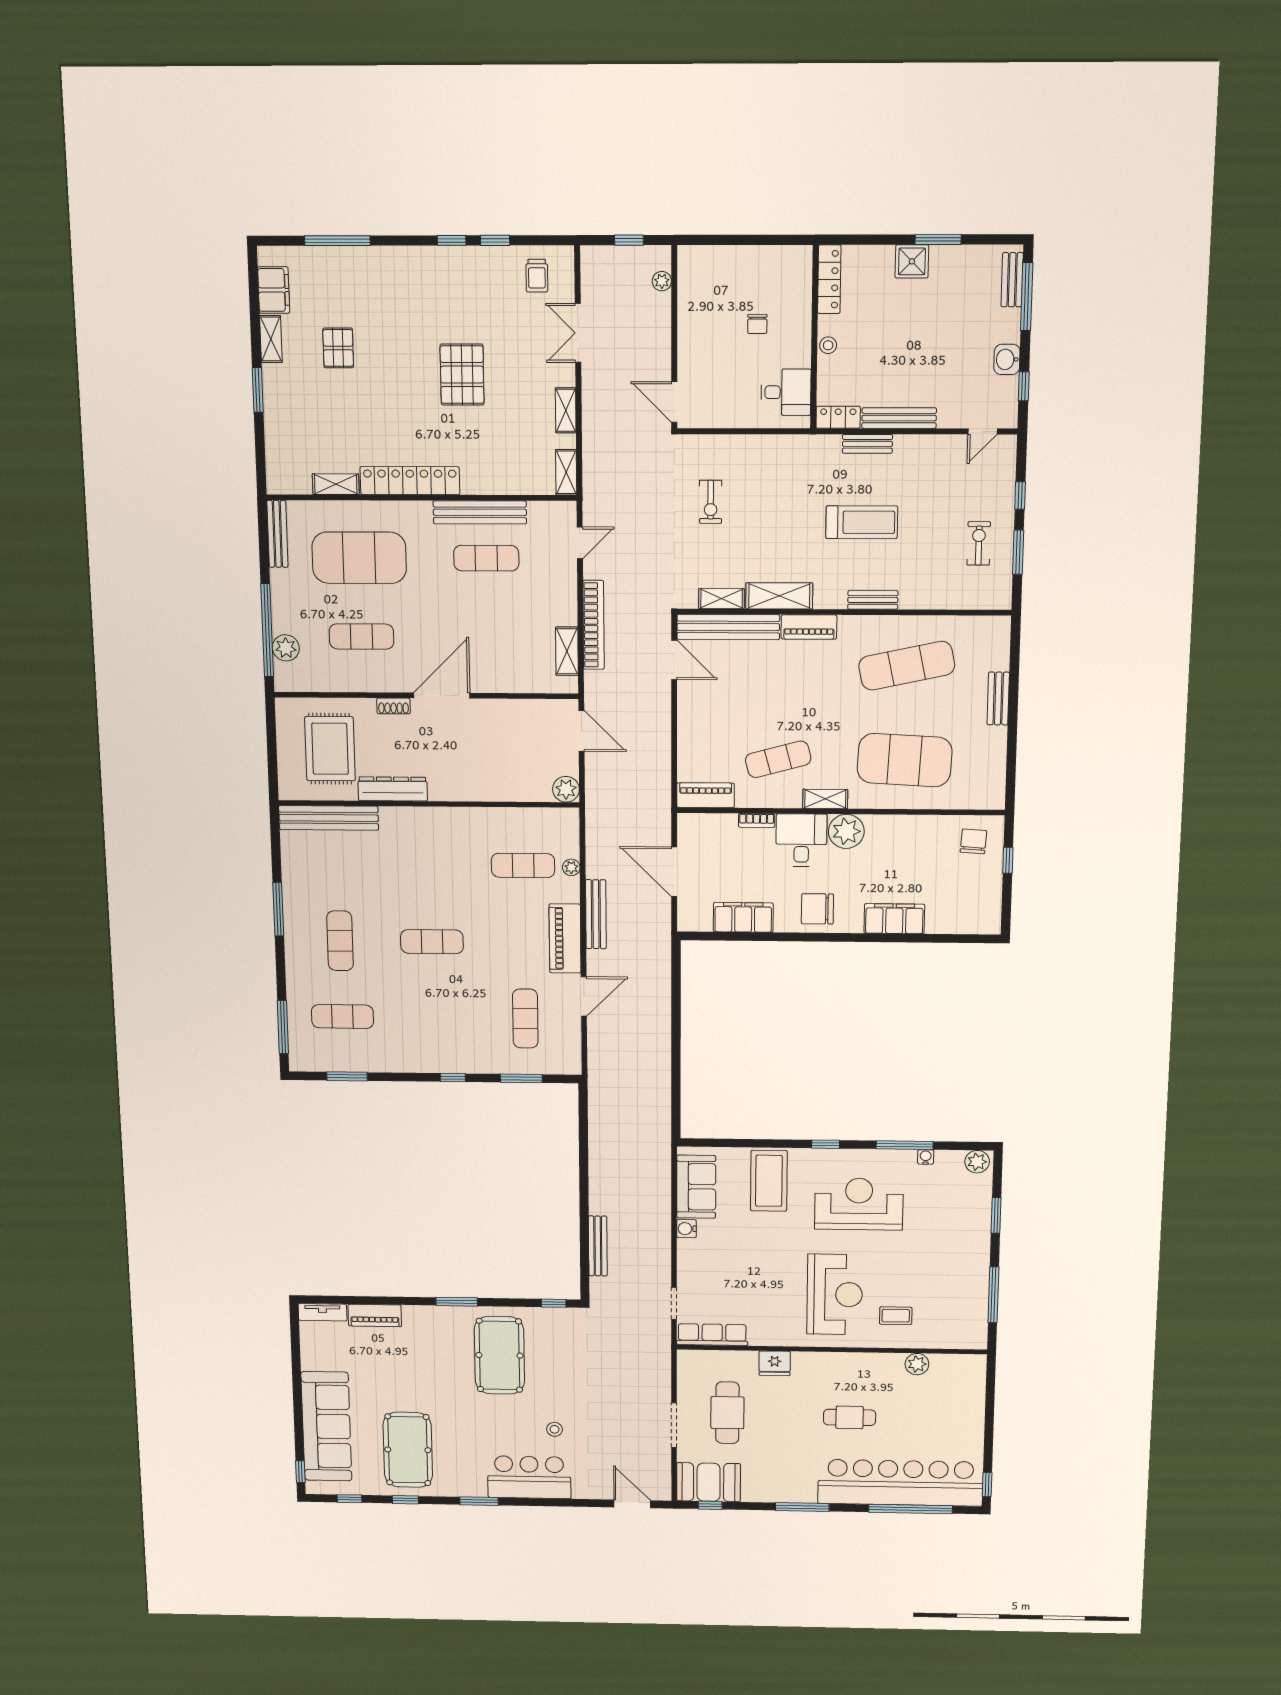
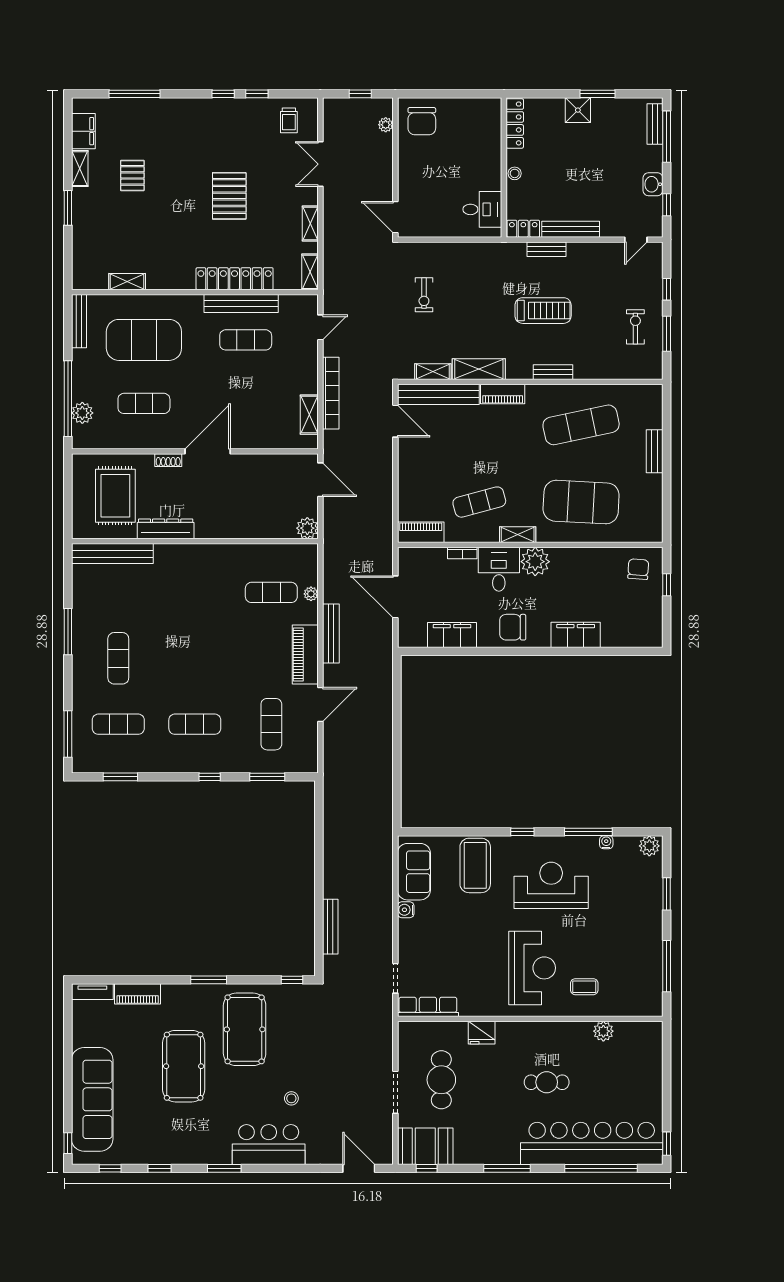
chair: (757, 324) -> (422, 121), moved, width x1.87, depth x1.87
locker: (410, 481) -> (235, 279), moved
exercise mat: (432, 942) -> (195, 724), moved
pool table: (408, 1450) -> (184, 1066), moved

